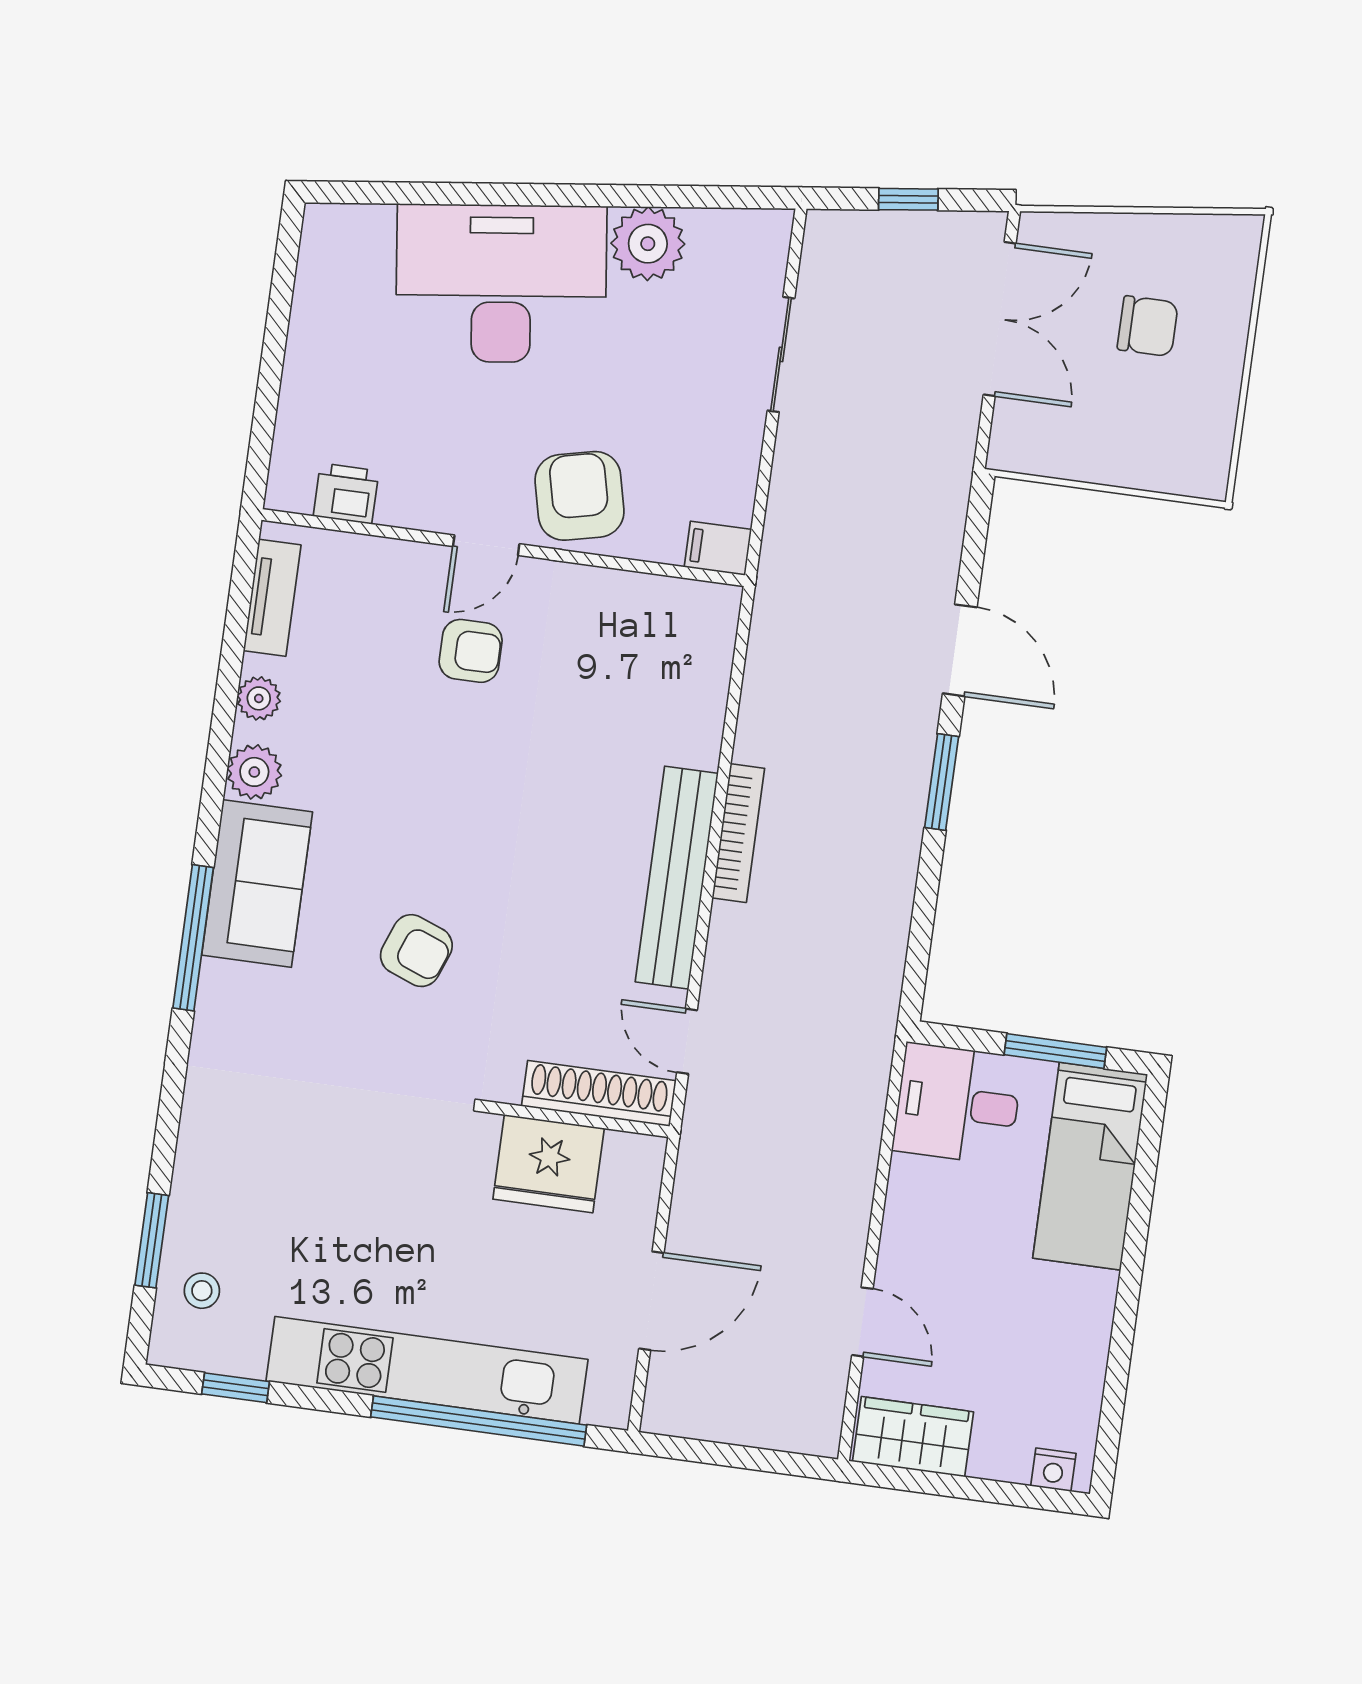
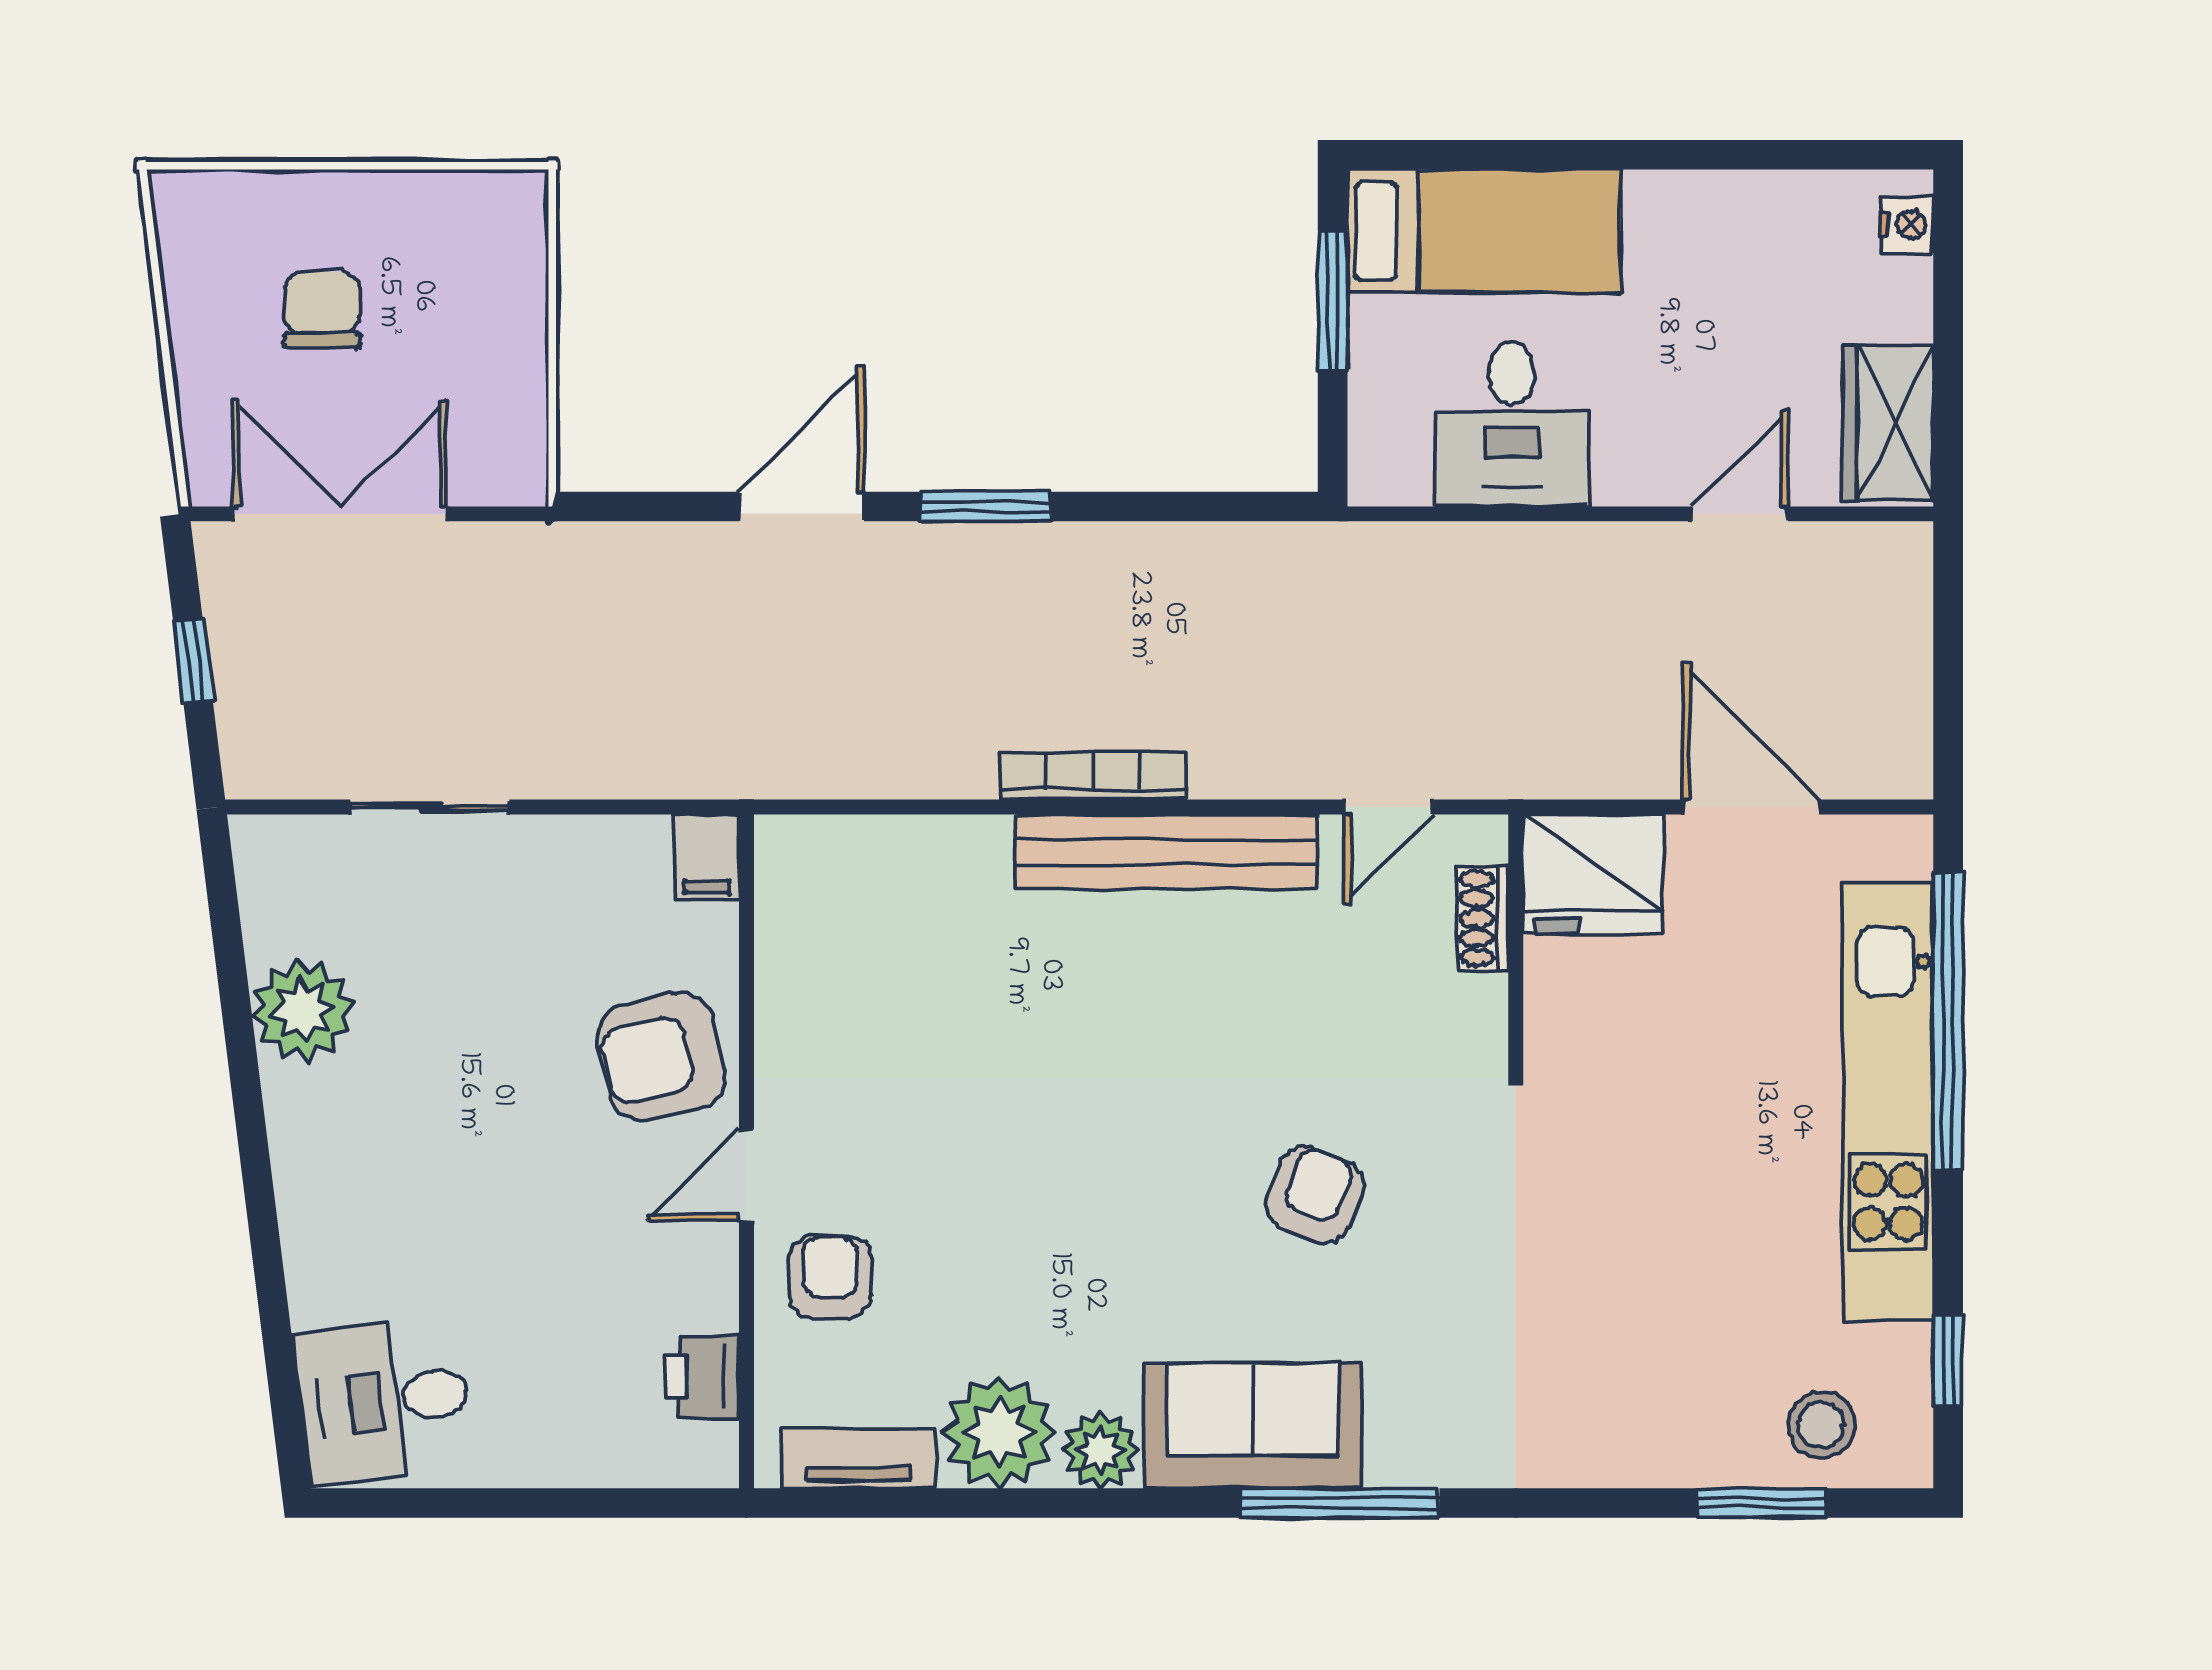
desk: (501, 283) -> (384, 1400), moved, width x0.53, depth x0.77
door: (486, 545) -> (746, 1175), swing flipped
armchair: (471, 651) -> (830, 1277), moved
plant: (259, 698) -> (999, 1432), width x1.87, depth x1.87
shoe rack: (599, 1093) -> (1483, 918), width x0.51, depth x0.81
desk: (958, 1104) -> (1512, 424), moved
fridge: (549, 1164) -> (1593, 873), moved, turned 90
stool: (202, 1291) -> (1821, 1425), width x1.37, depth x1.37

